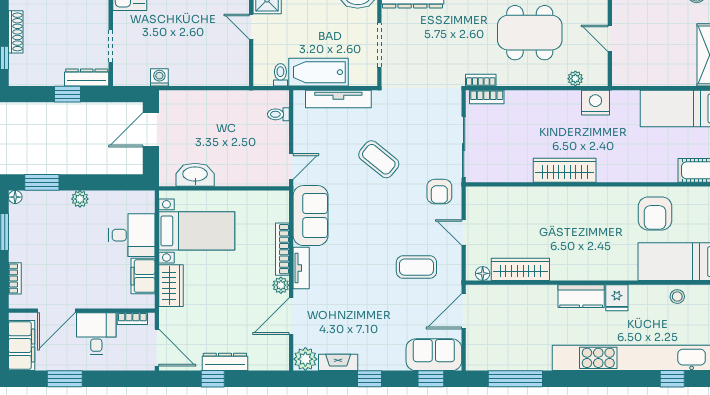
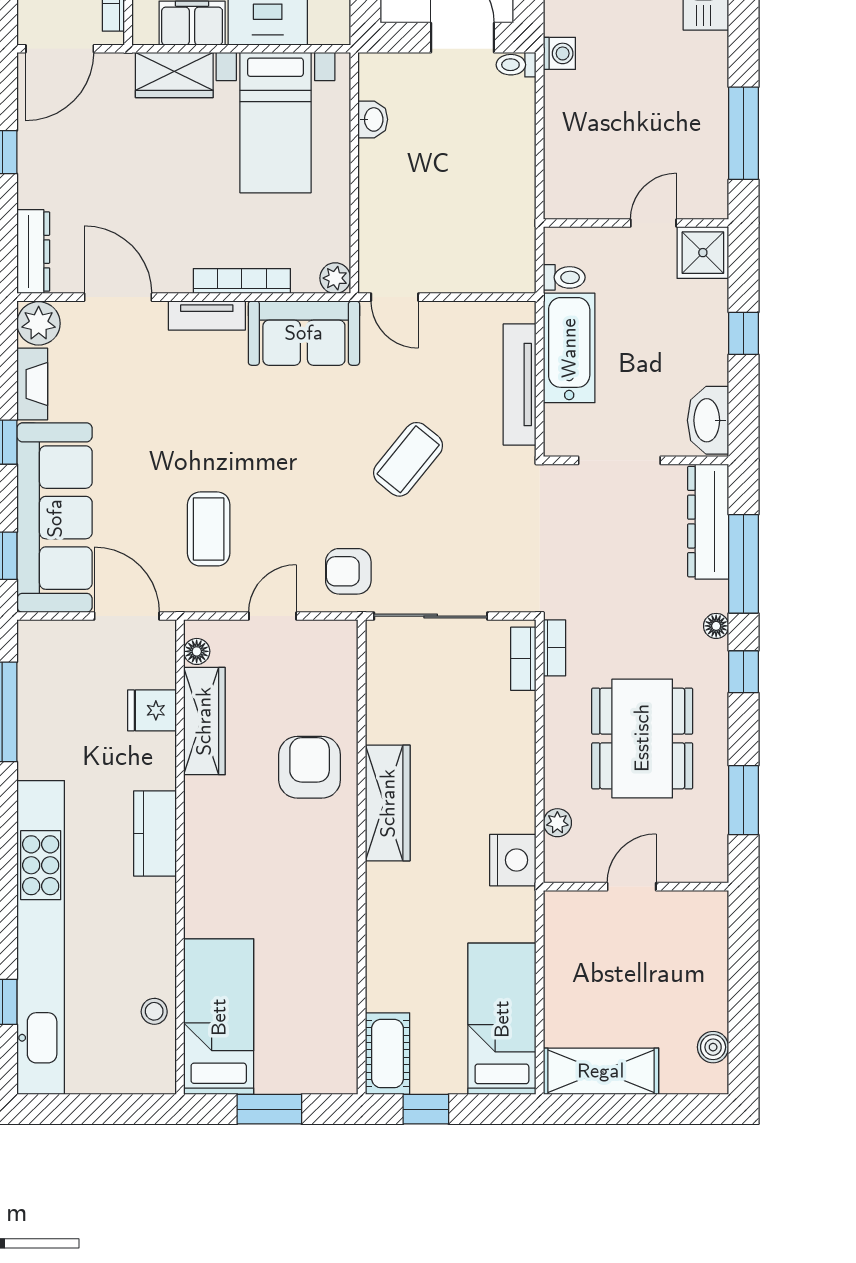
toilet: (278, 114) -> (516, 65), moved, turned -90
washbasin: (195, 175) -> (373, 119), width x0.52, depth x0.69
armchair: (655, 213) -> (310, 767), moved, turned 90
plant: (281, 285) -> (335, 278), moved
fridge: (617, 298) -> (152, 710), moved
sofa: (434, 355) -> (55, 518), width x1.85, depth x1.27
dresser: (225, 362) -> (33, 252), moved

